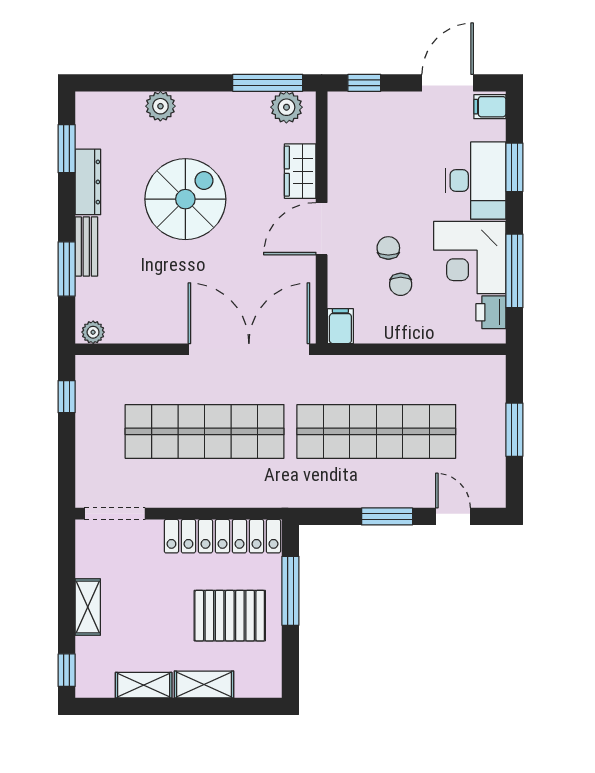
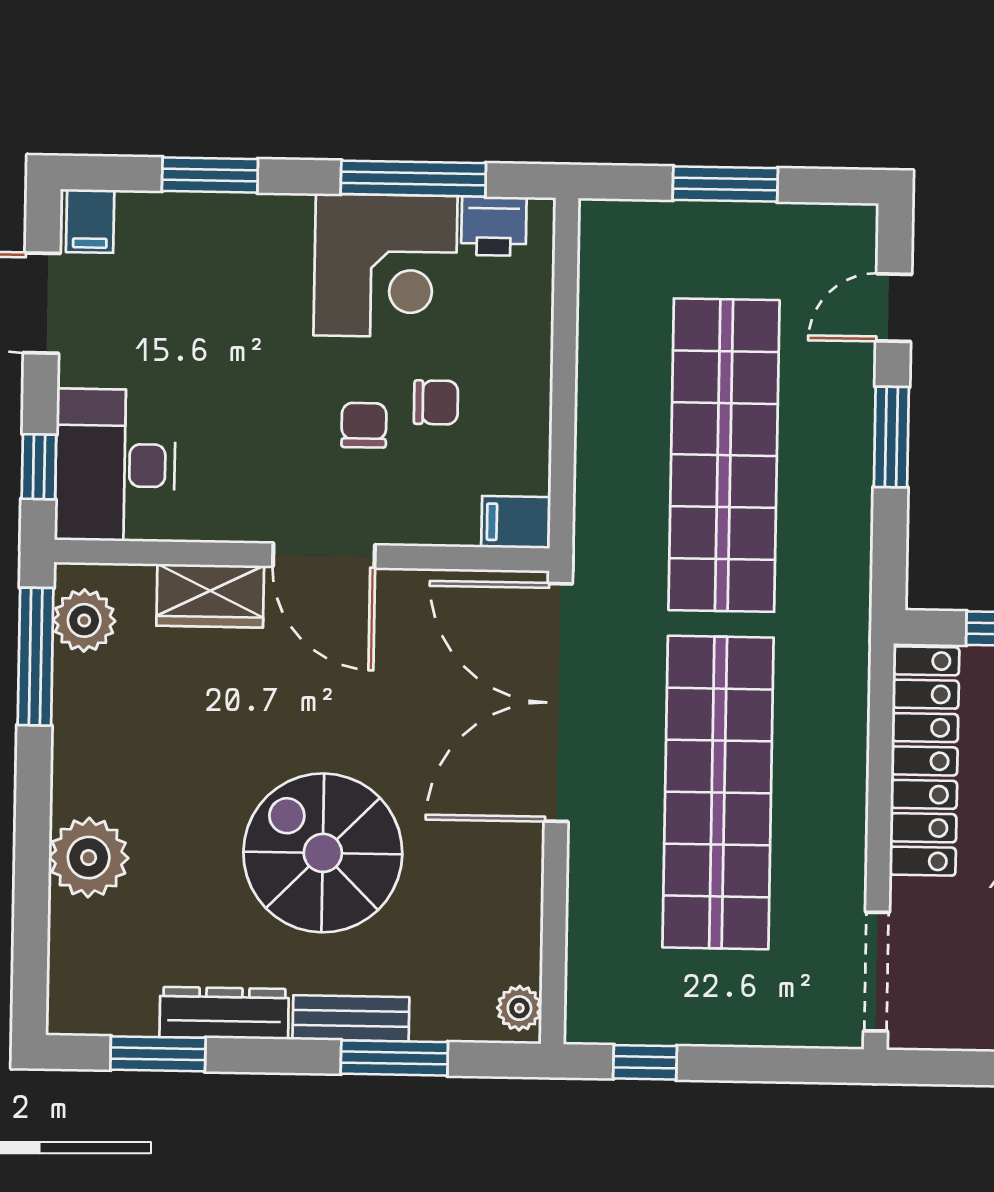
plant: (160, 106) -> (89, 858), width x1.36, depth x1.36
desk: (476, 181) -> (115, 465), moved, turned -90
spiral stairs: (185, 199) -> (323, 853), moved
chair: (388, 248) -> (364, 425), turned 90

